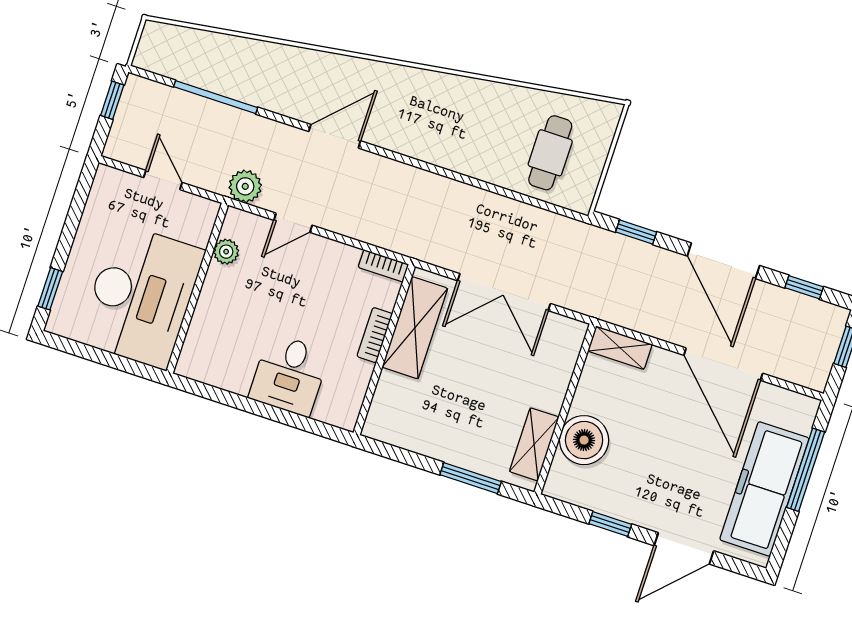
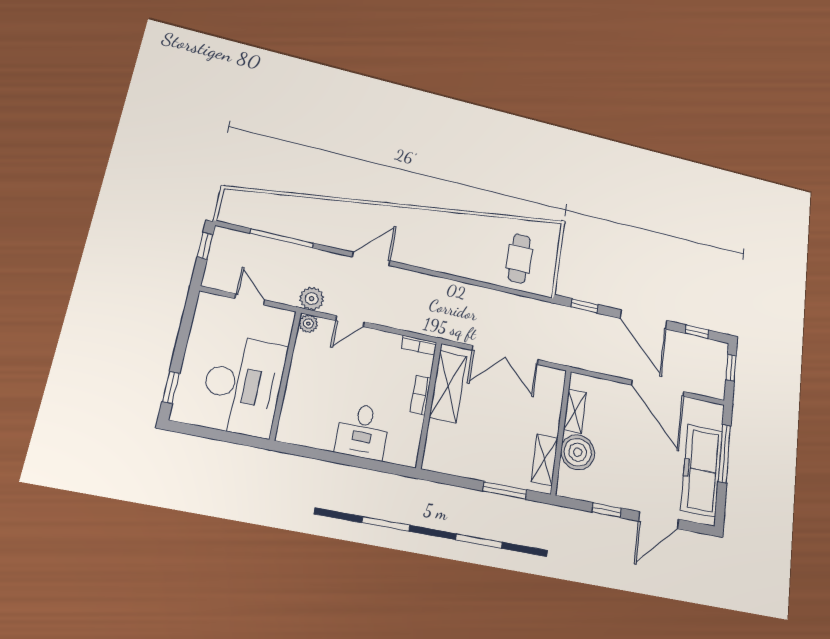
plant: (226, 252) -> (308, 324), moved
shelving: (620, 348) -> (575, 411), moved, turned 90

